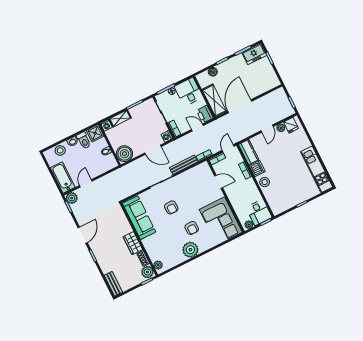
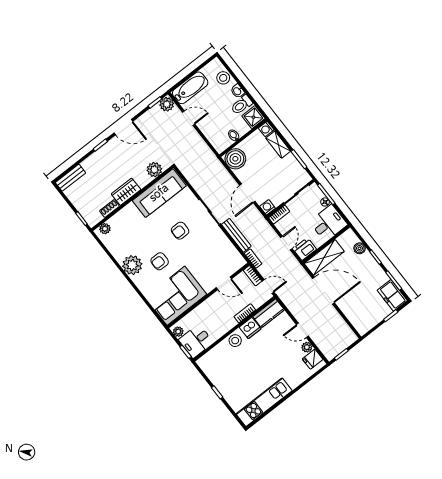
door: (219, 182) -> (224, 283), hinge flipped
plant: (147, 272) -> (154, 170), moved

